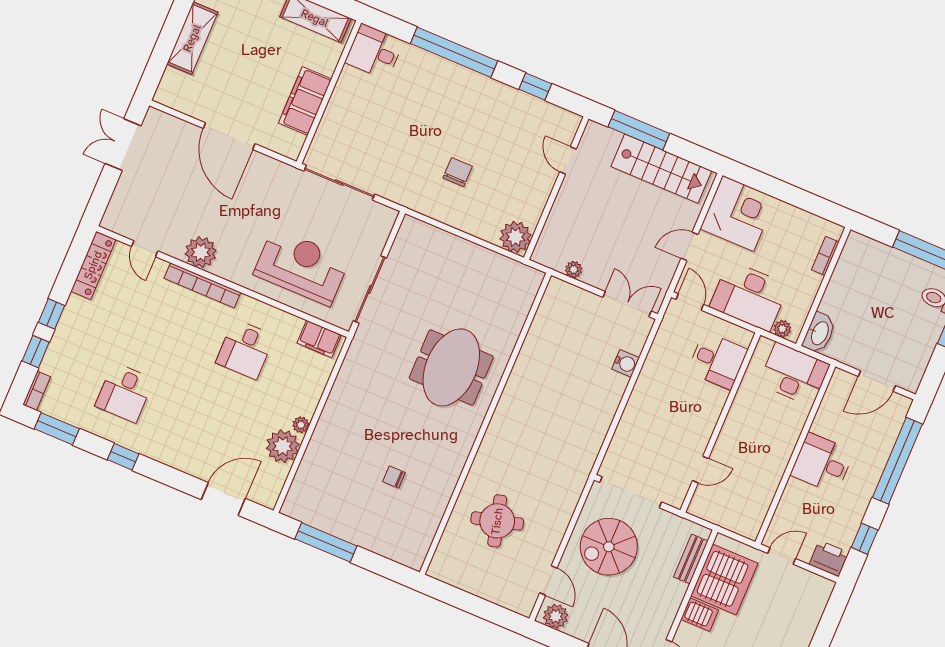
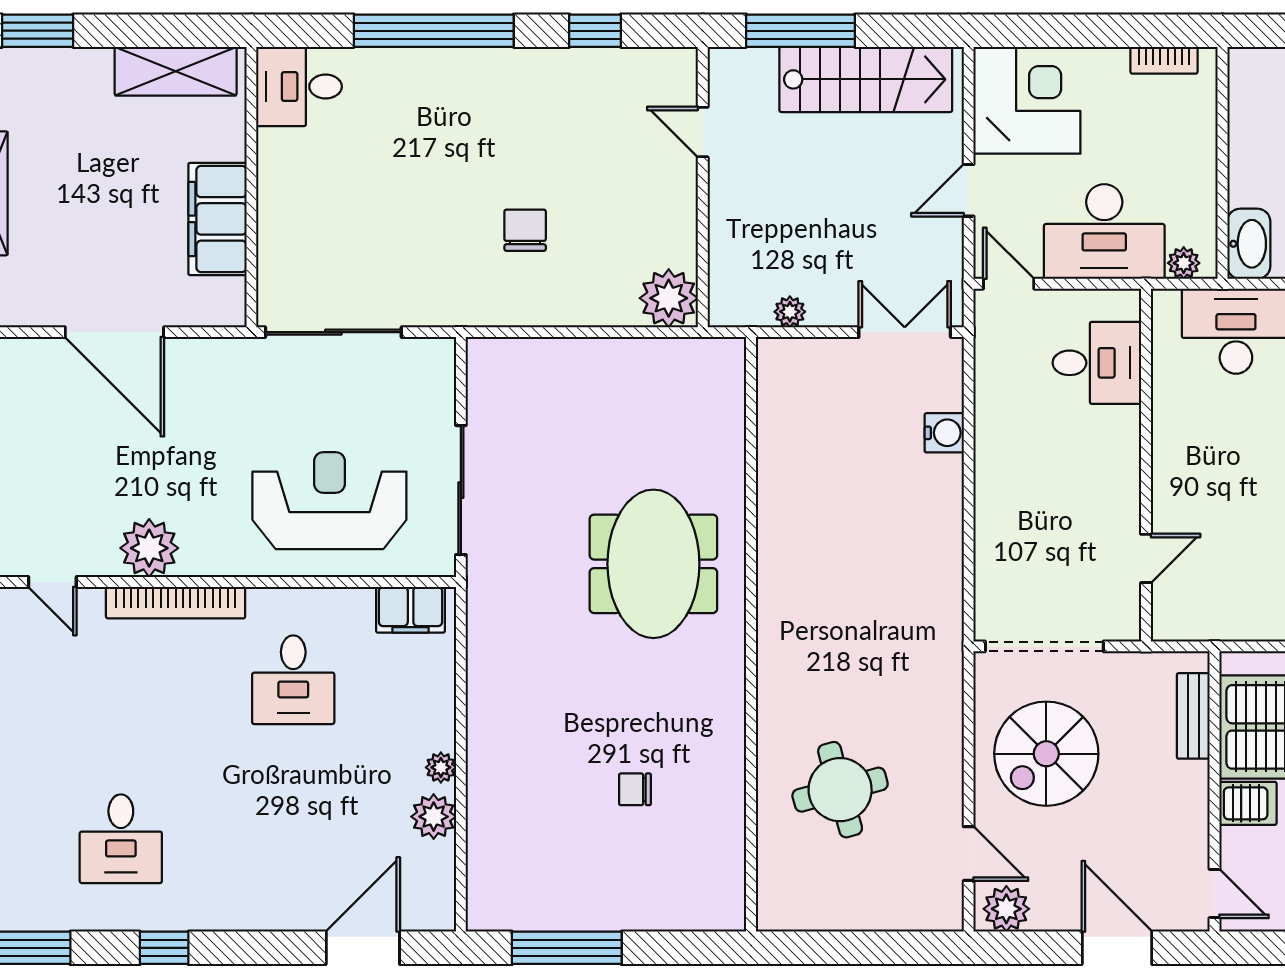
bookcase: (825, 256) -> (1164, 60), moved, turned -90
plant: (283, 446) -> (434, 817), width x0.73, depth x0.73

